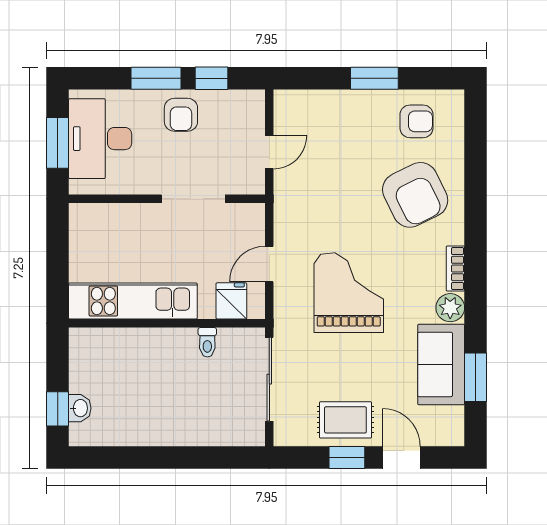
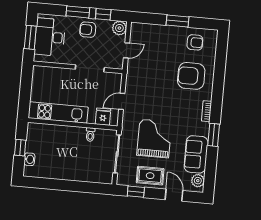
plant: (249, 105) -> (119, 28), added
armchair: (181, 115) -> (88, 30), turned 90
armchair: (415, 195) -> (191, 76), turned 116
grand piano: (349, 293) -> (154, 139), moved
plant: (450, 308) -> (198, 181), moved
window: (476, 377) -> (214, 135), moved
window: (58, 409) -> (20, 148), moved
window: (347, 458) -> (136, 192), moved

